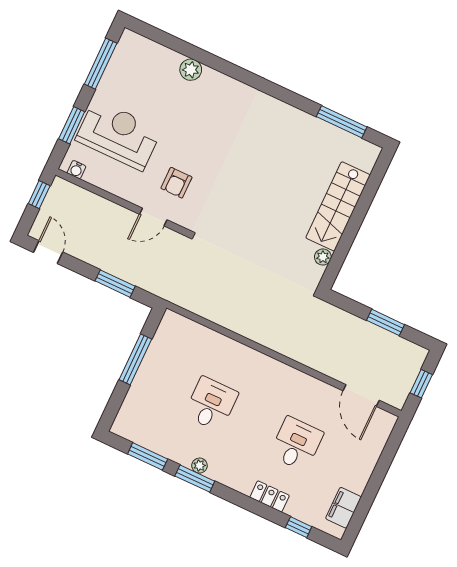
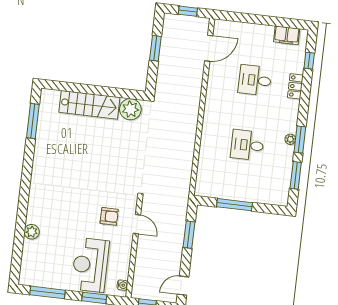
plant: (323, 257) -> (130, 109), width x1.88, depth x1.88

